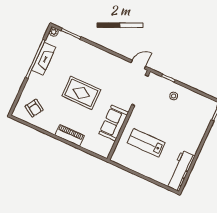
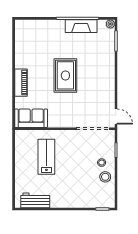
stool: (188, 99) -> (105, 177), added
armchair: (34, 108) -> (31, 38), removed
sofa: (114, 123) -> (31, 118), moved
workbench: (180, 171) -> (35, 200), width x0.73

